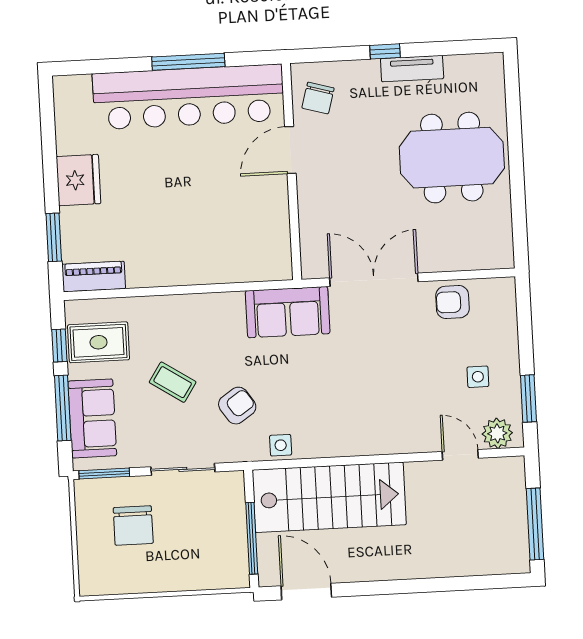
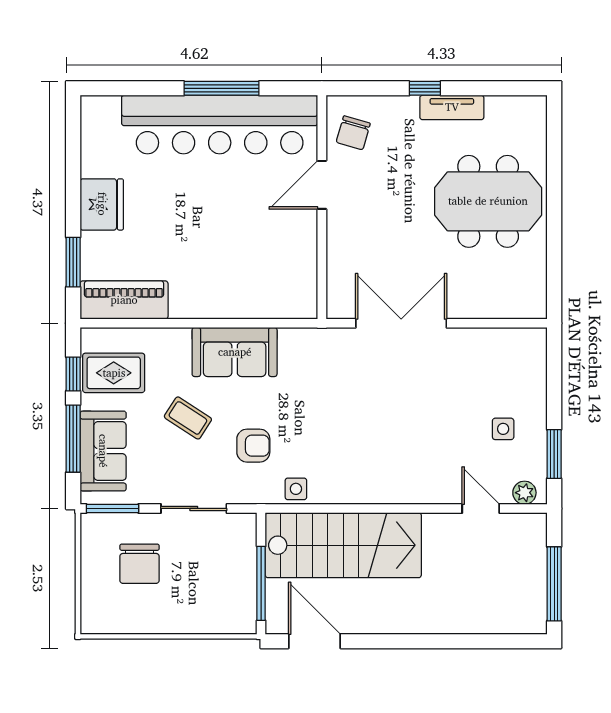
piano: (94, 277) -> (124, 300), width x1.37, depth x1.33
armchair: (452, 302) -> (481, 350), removed
sofa: (288, 312) -> (235, 352), moved
armchair: (237, 406) -> (253, 446), turned 34
plant: (497, 433) -> (524, 493), width x0.73, depth x0.73

